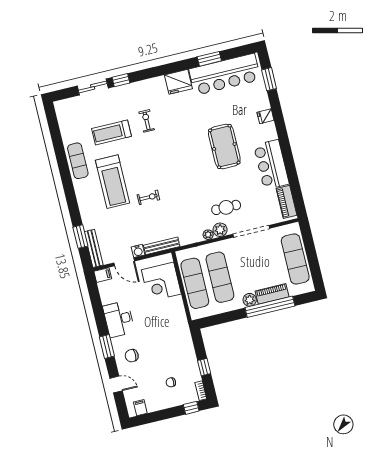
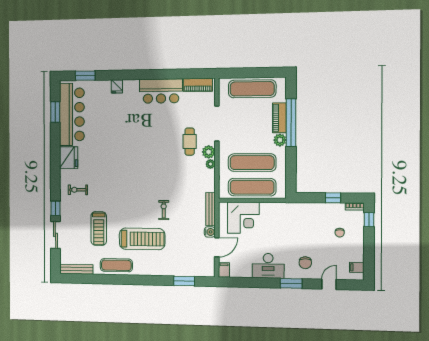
window: (209, 59) -> (55, 112), moved
exercise bike: (147, 121) -> (78, 190), moved
pool table: (224, 146) -> (135, 130), removed
bench: (94, 248) -> (76, 269), moved

